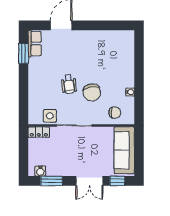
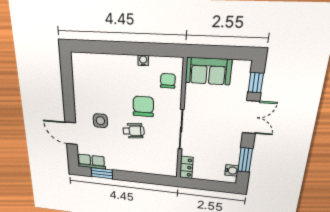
chair: (92, 93) -> (143, 106), turned -79
side table: (50, 116) -> (100, 121), moved
sofa: (124, 150) -> (208, 71), width x0.73

